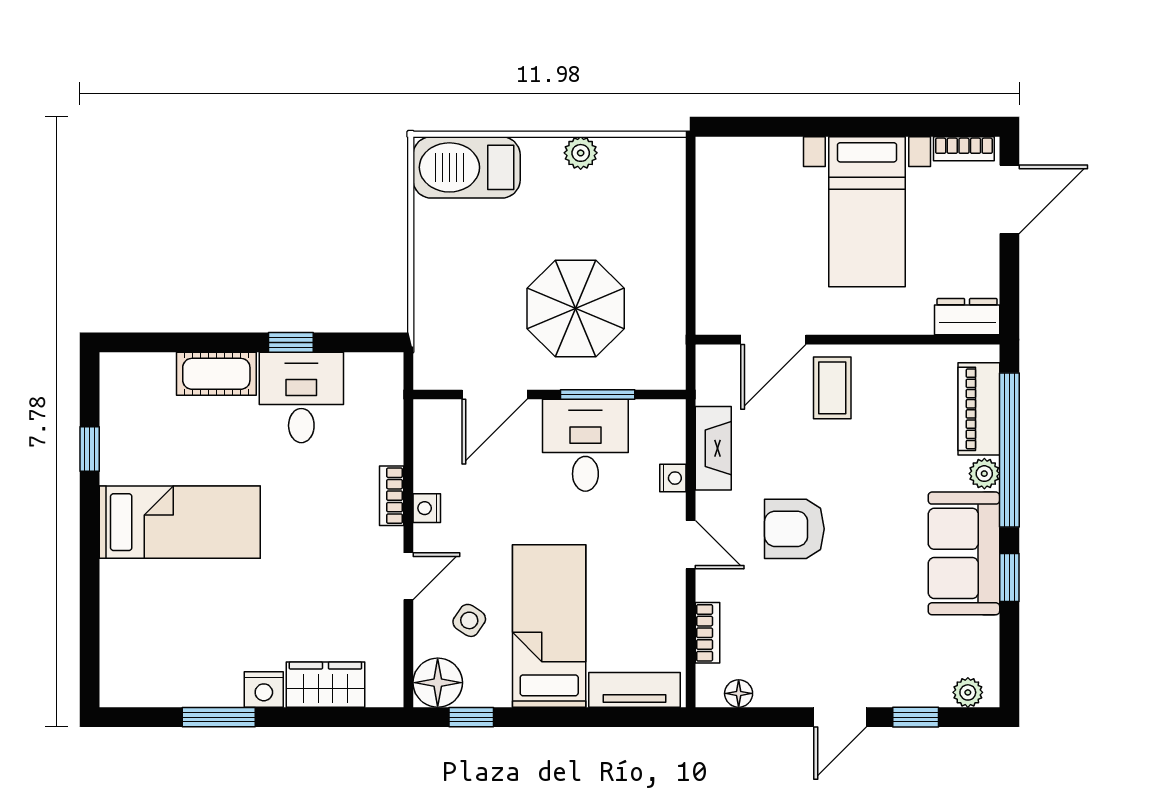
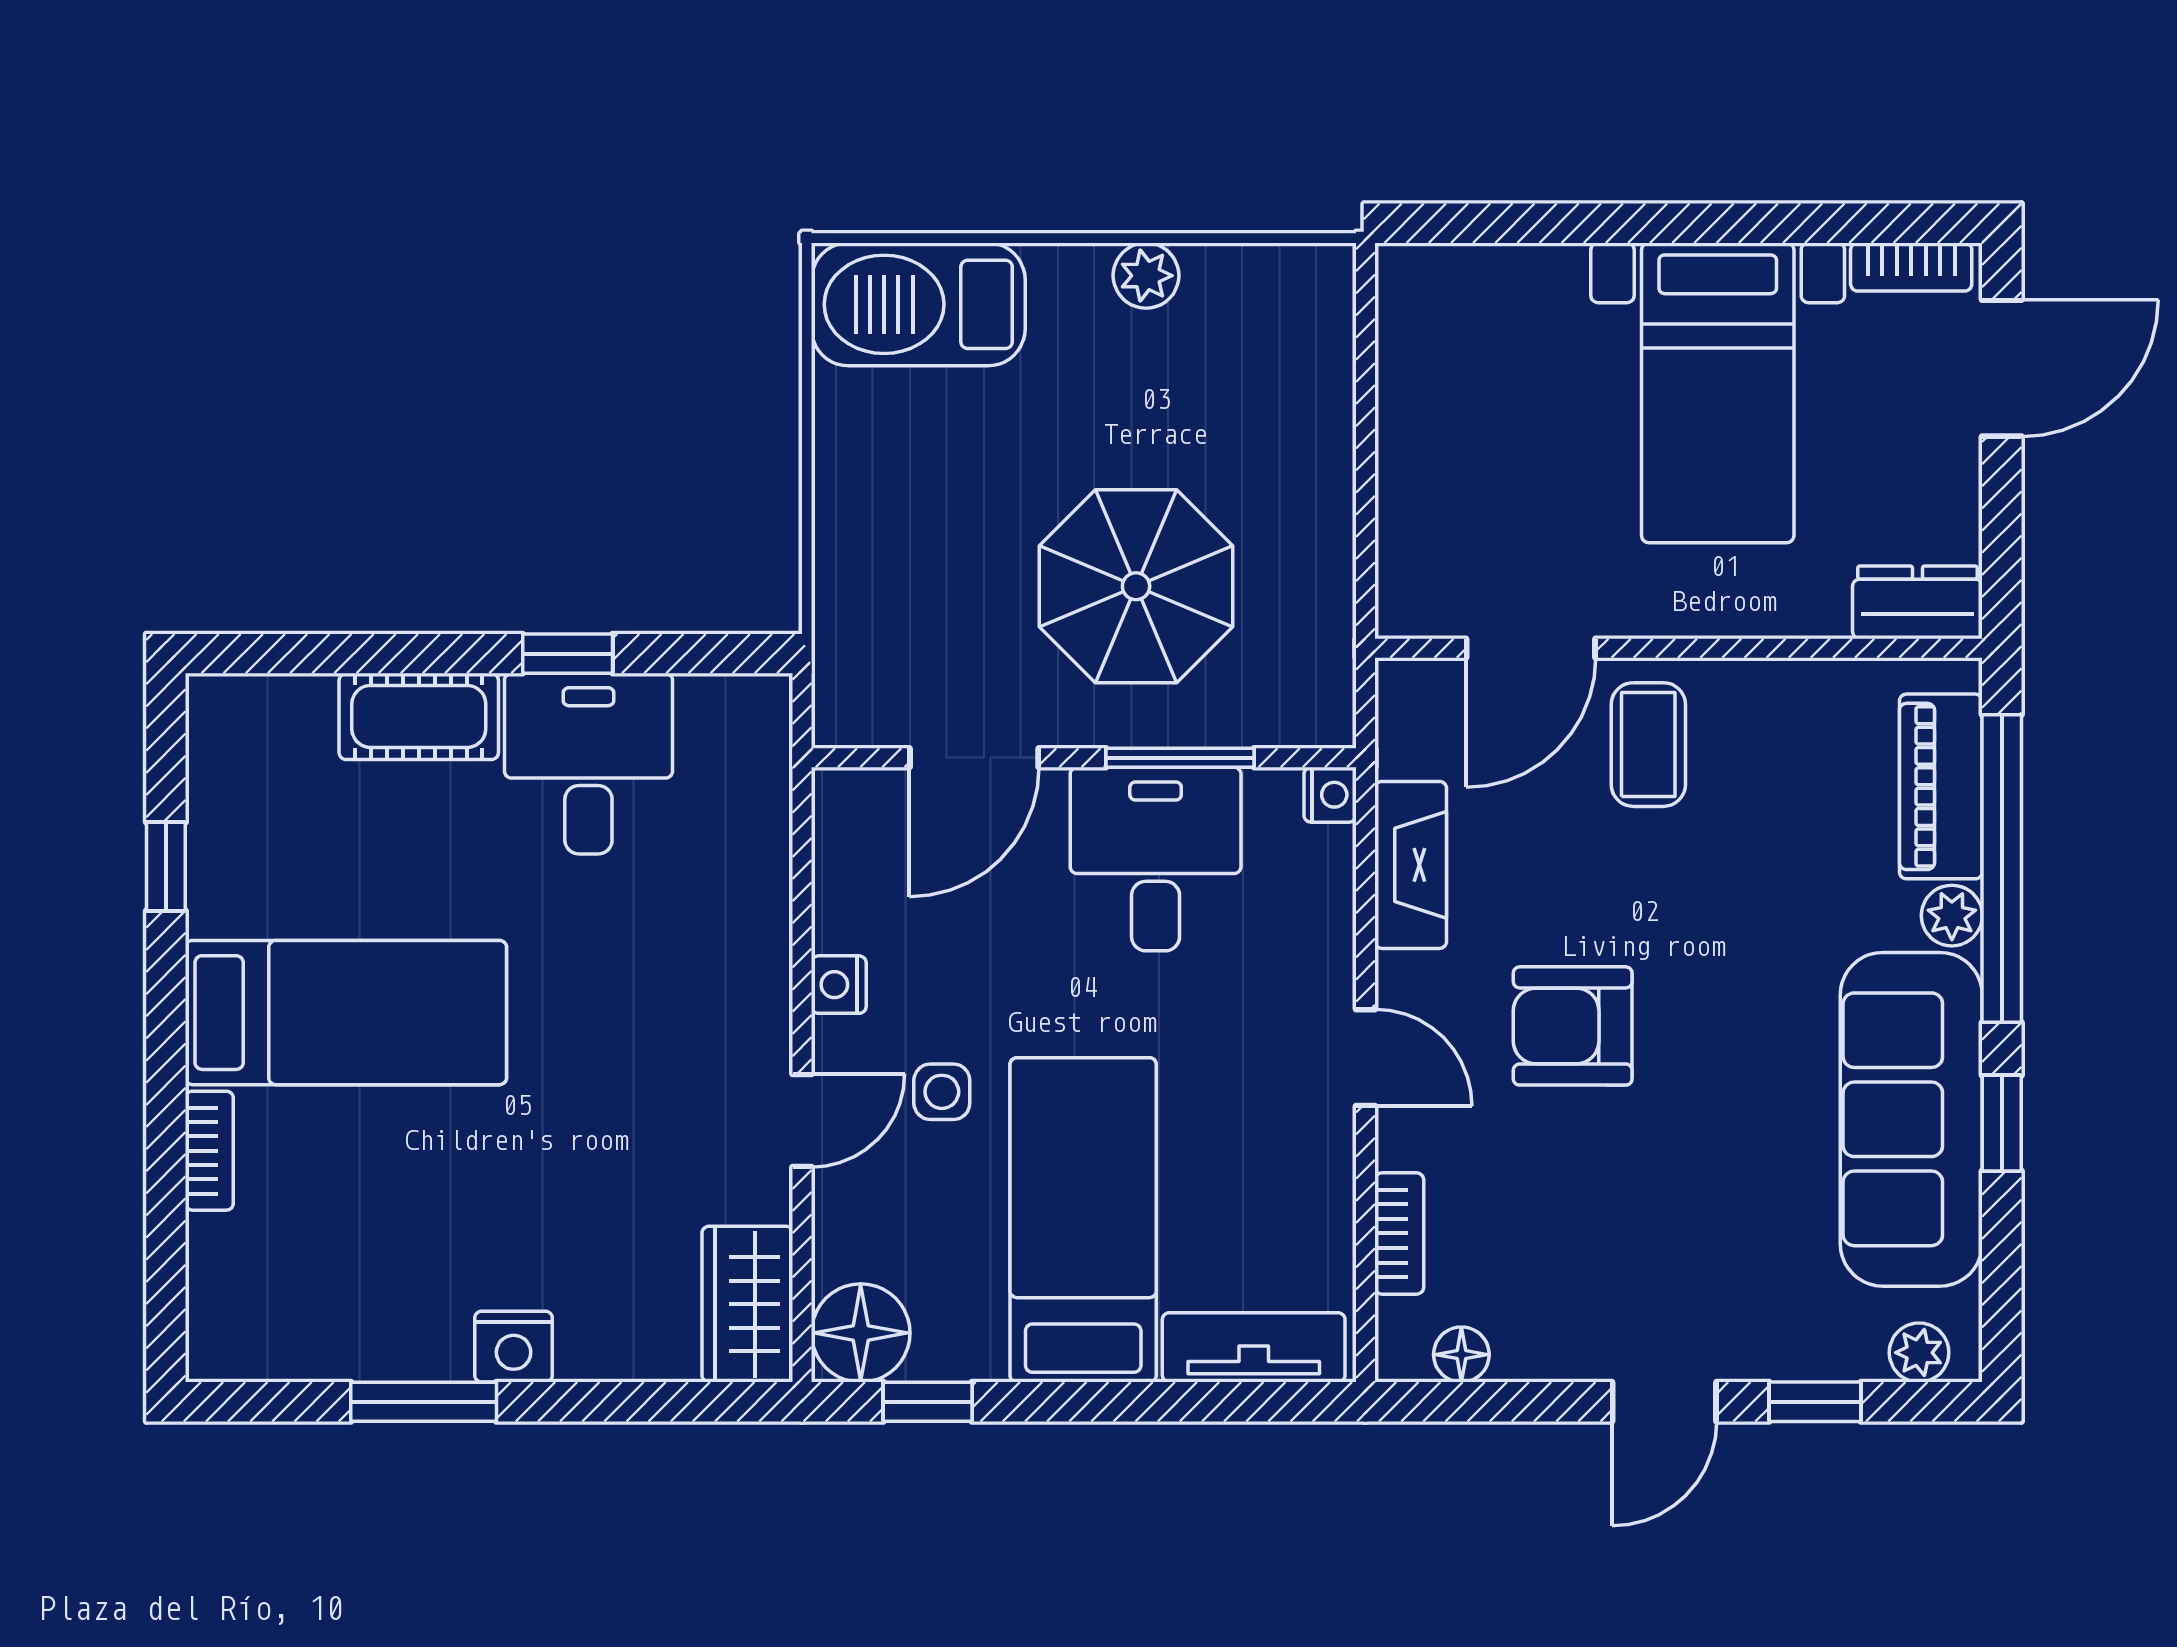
nightstand: (673, 478) -> (1330, 795), moved
bookcase: (392, 496) -> (209, 1151), moved, turned 180
sofa: (964, 553) -> (1911, 1119), width x1.36
side table: (469, 620) -> (942, 1092), moved, turned -34
wardrobe: (325, 685) -> (747, 1304), moved, turned -90

